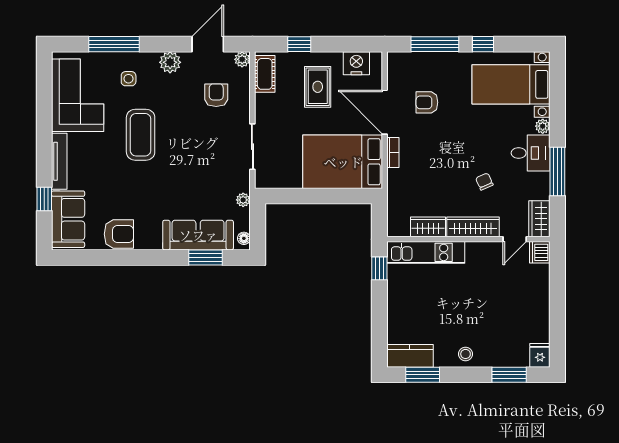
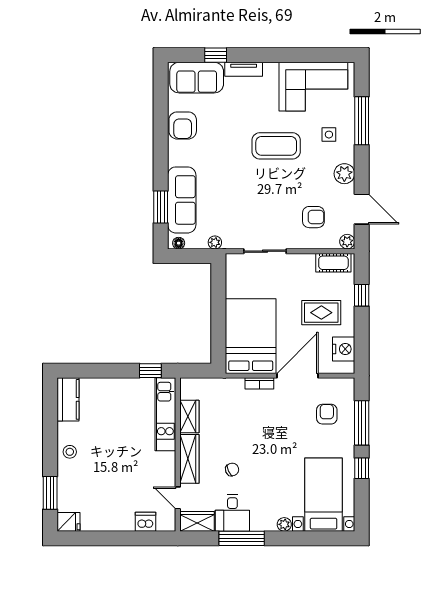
armchair: (427, 102) -> (327, 414), moved
desk: (531, 153) -> (232, 513), moved
tv unit: (59, 161) -> (244, 69), width x0.71
dishwasher: (540, 252) -> (145, 522), moved
window: (423, 375) -> (50, 411), removed

